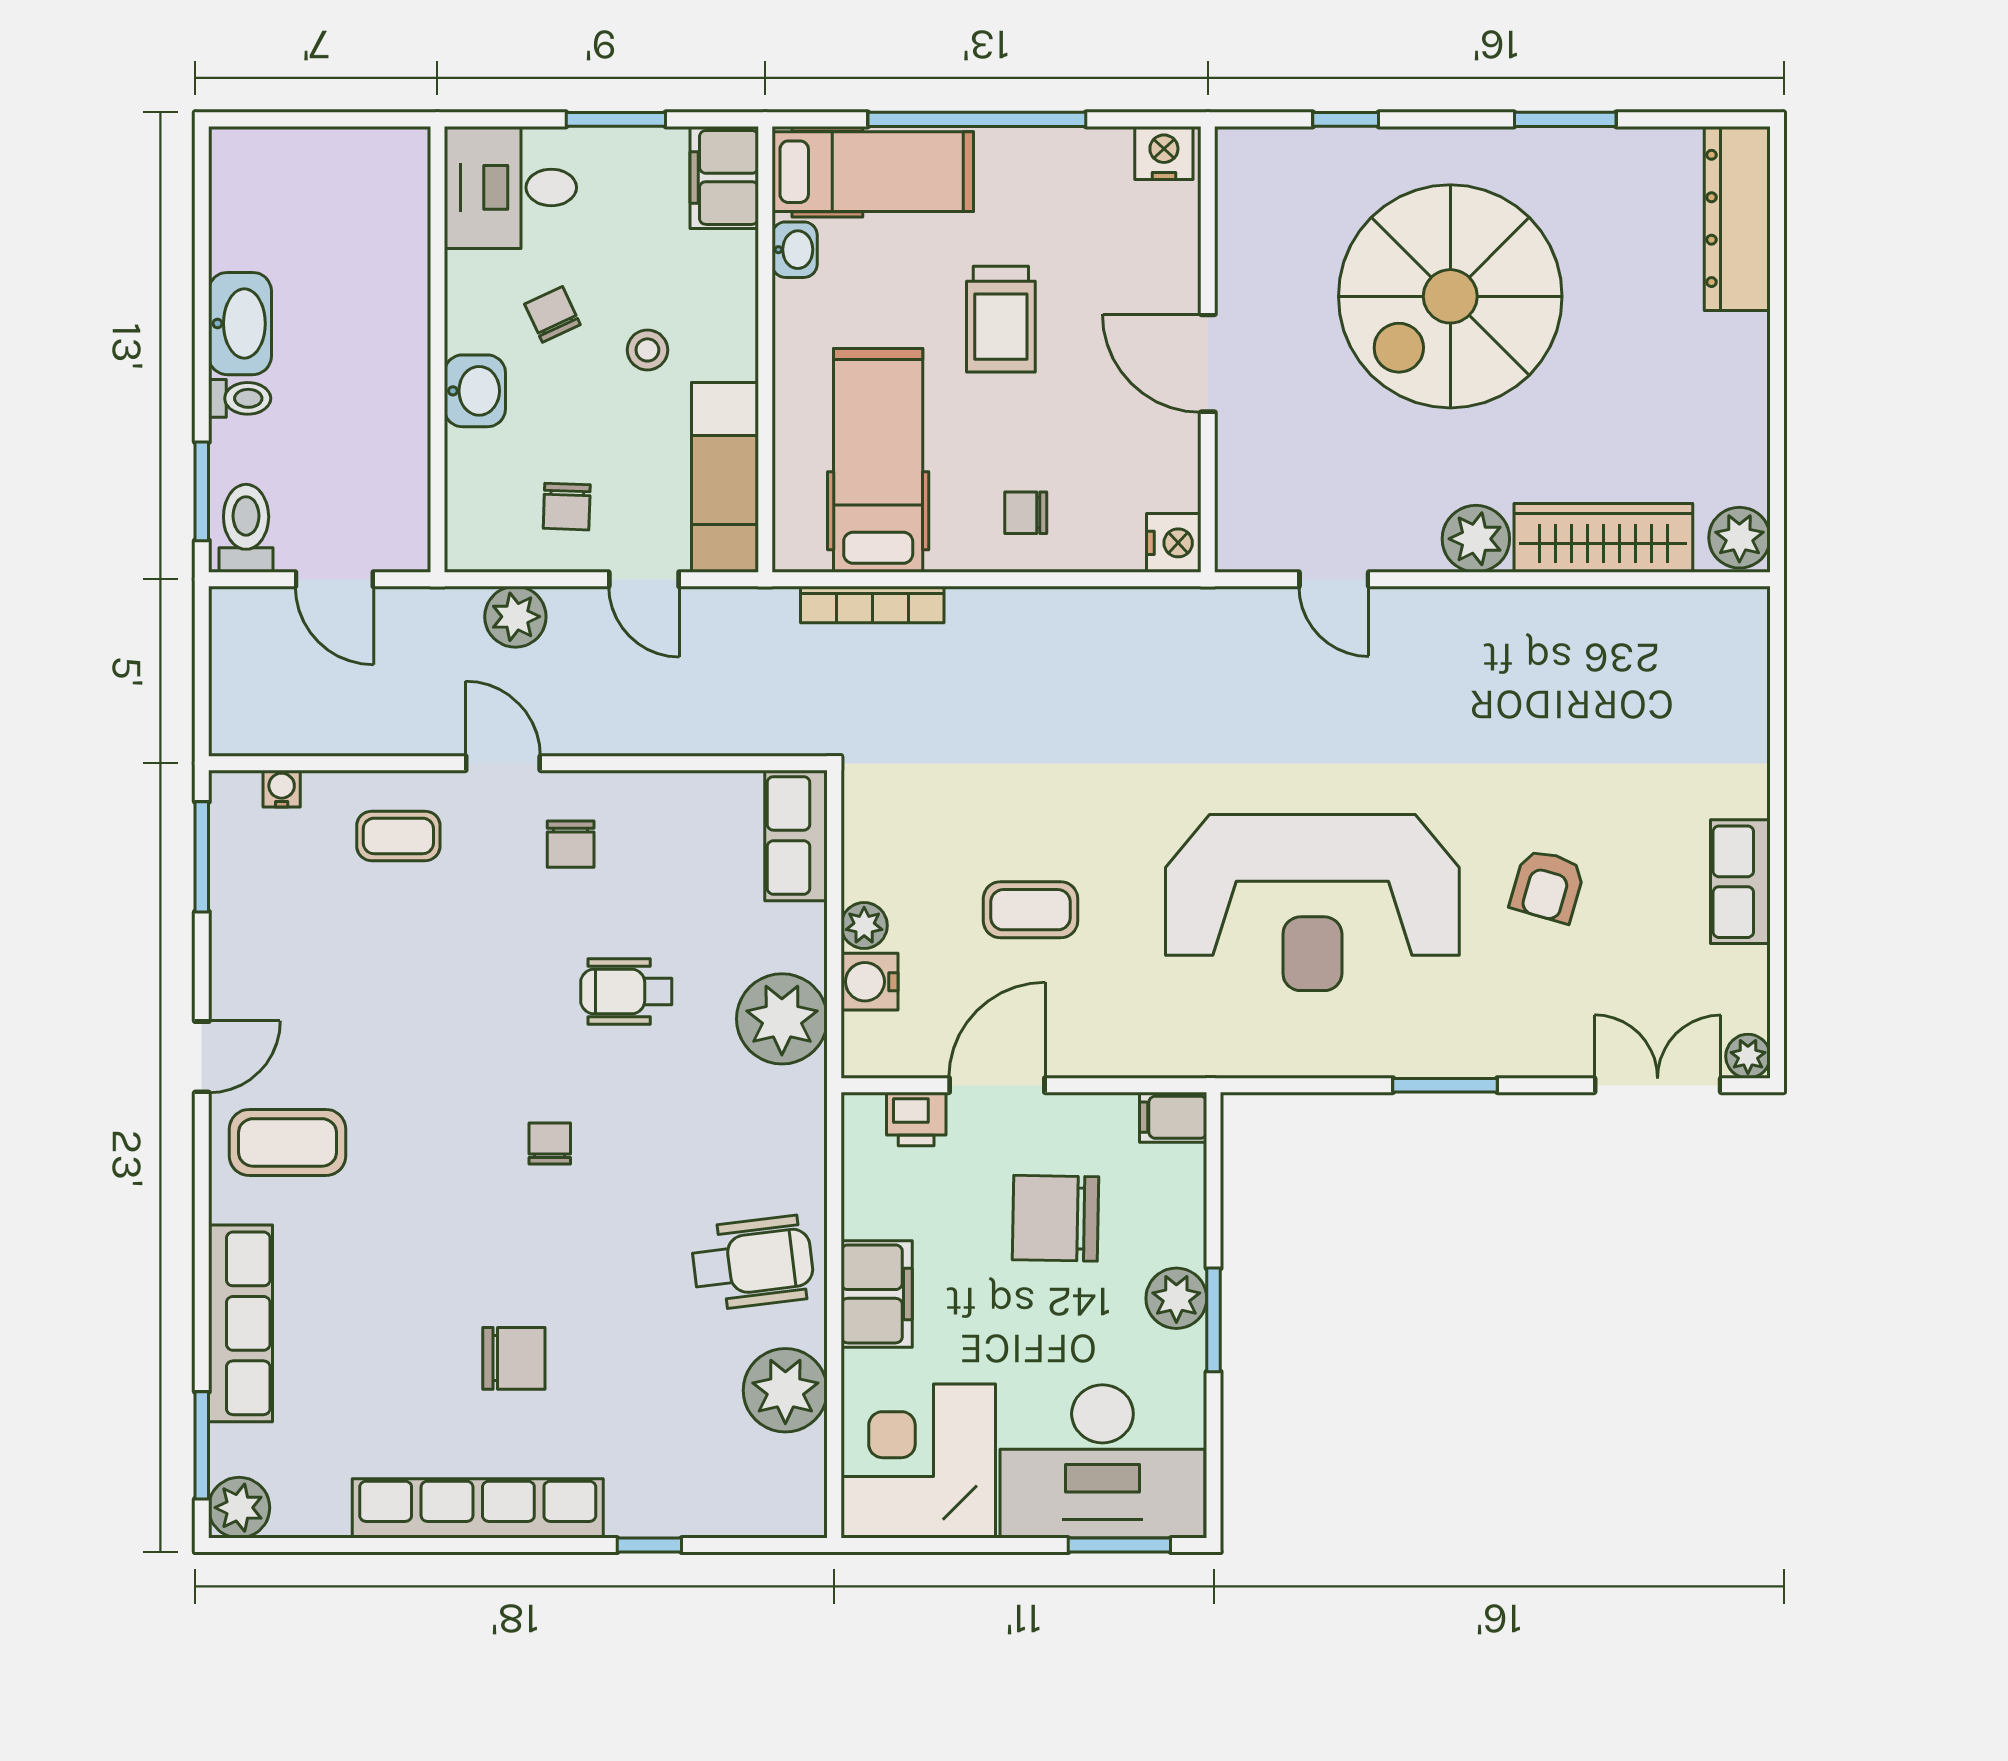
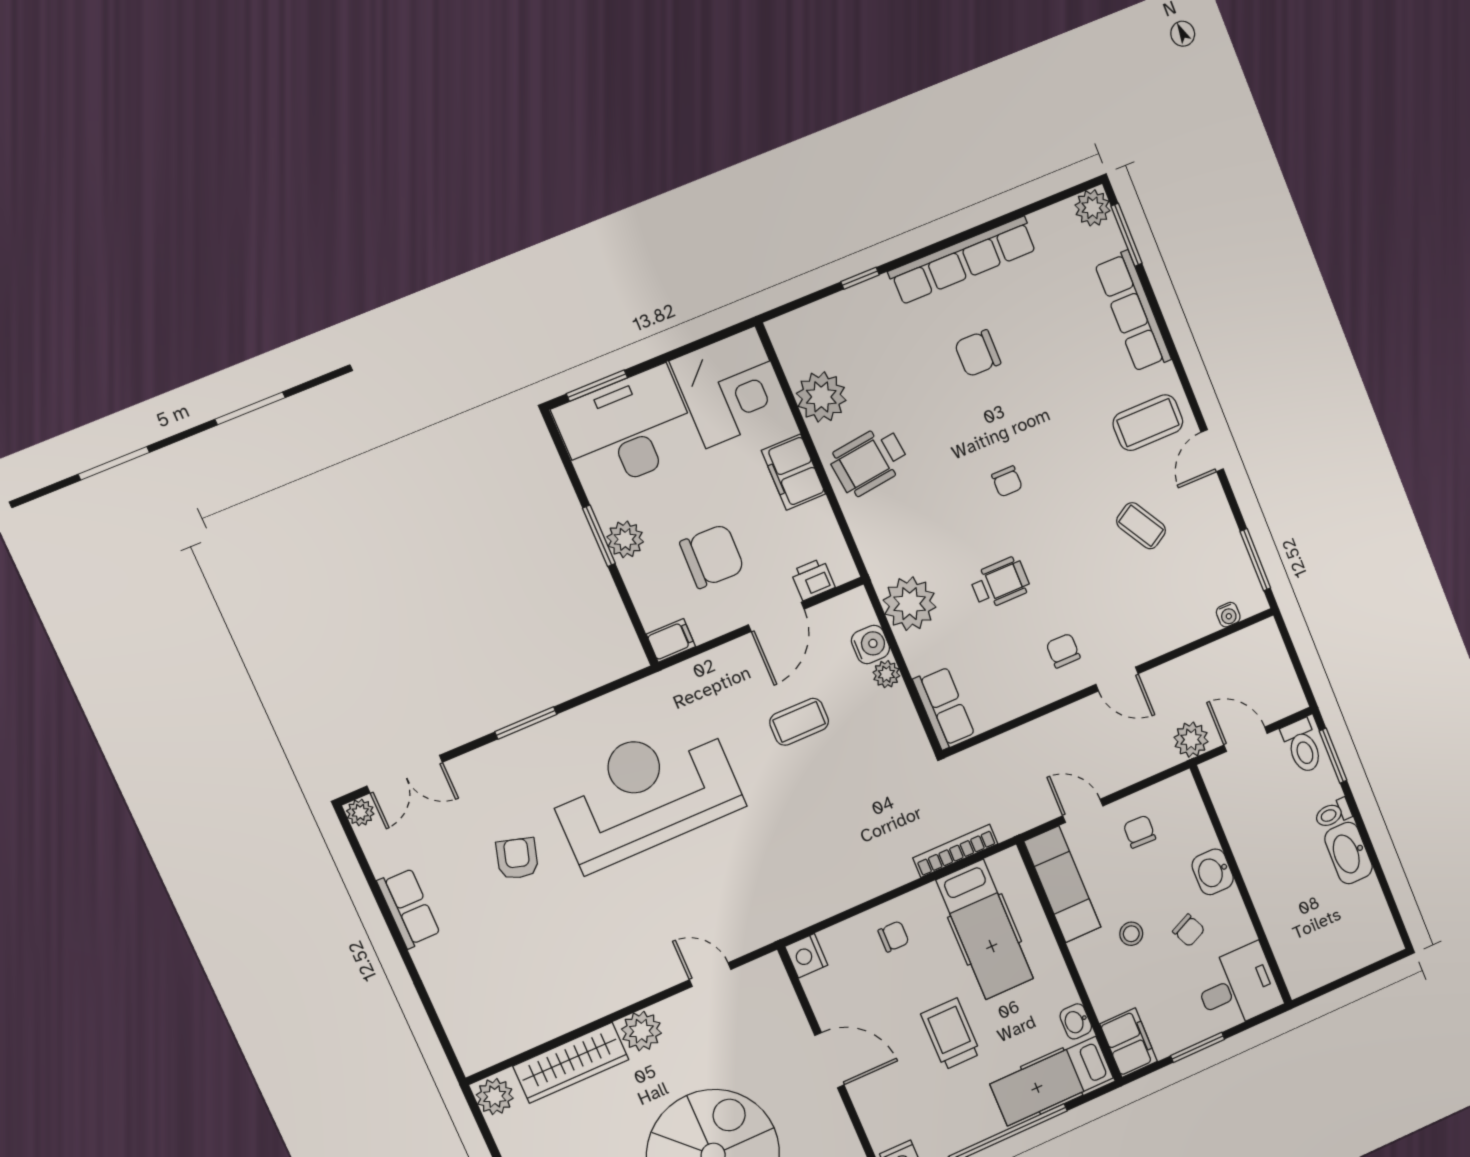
plant: (515, 617) -> (1191, 740), moved
coffee table: (398, 836) -> (1141, 526), moved, turned 59

